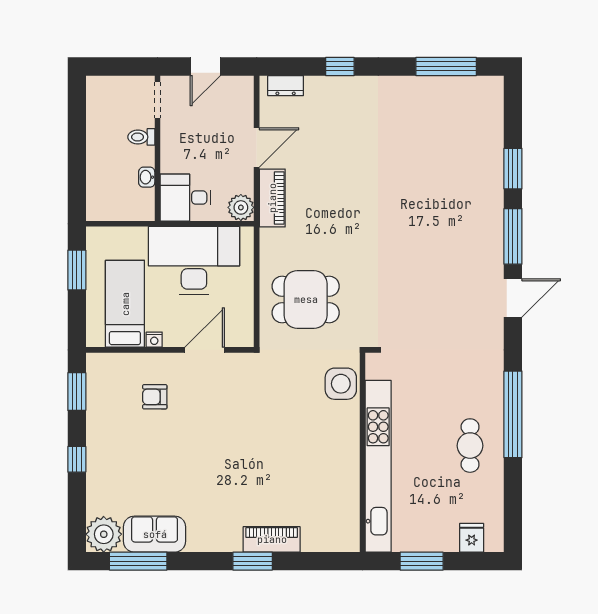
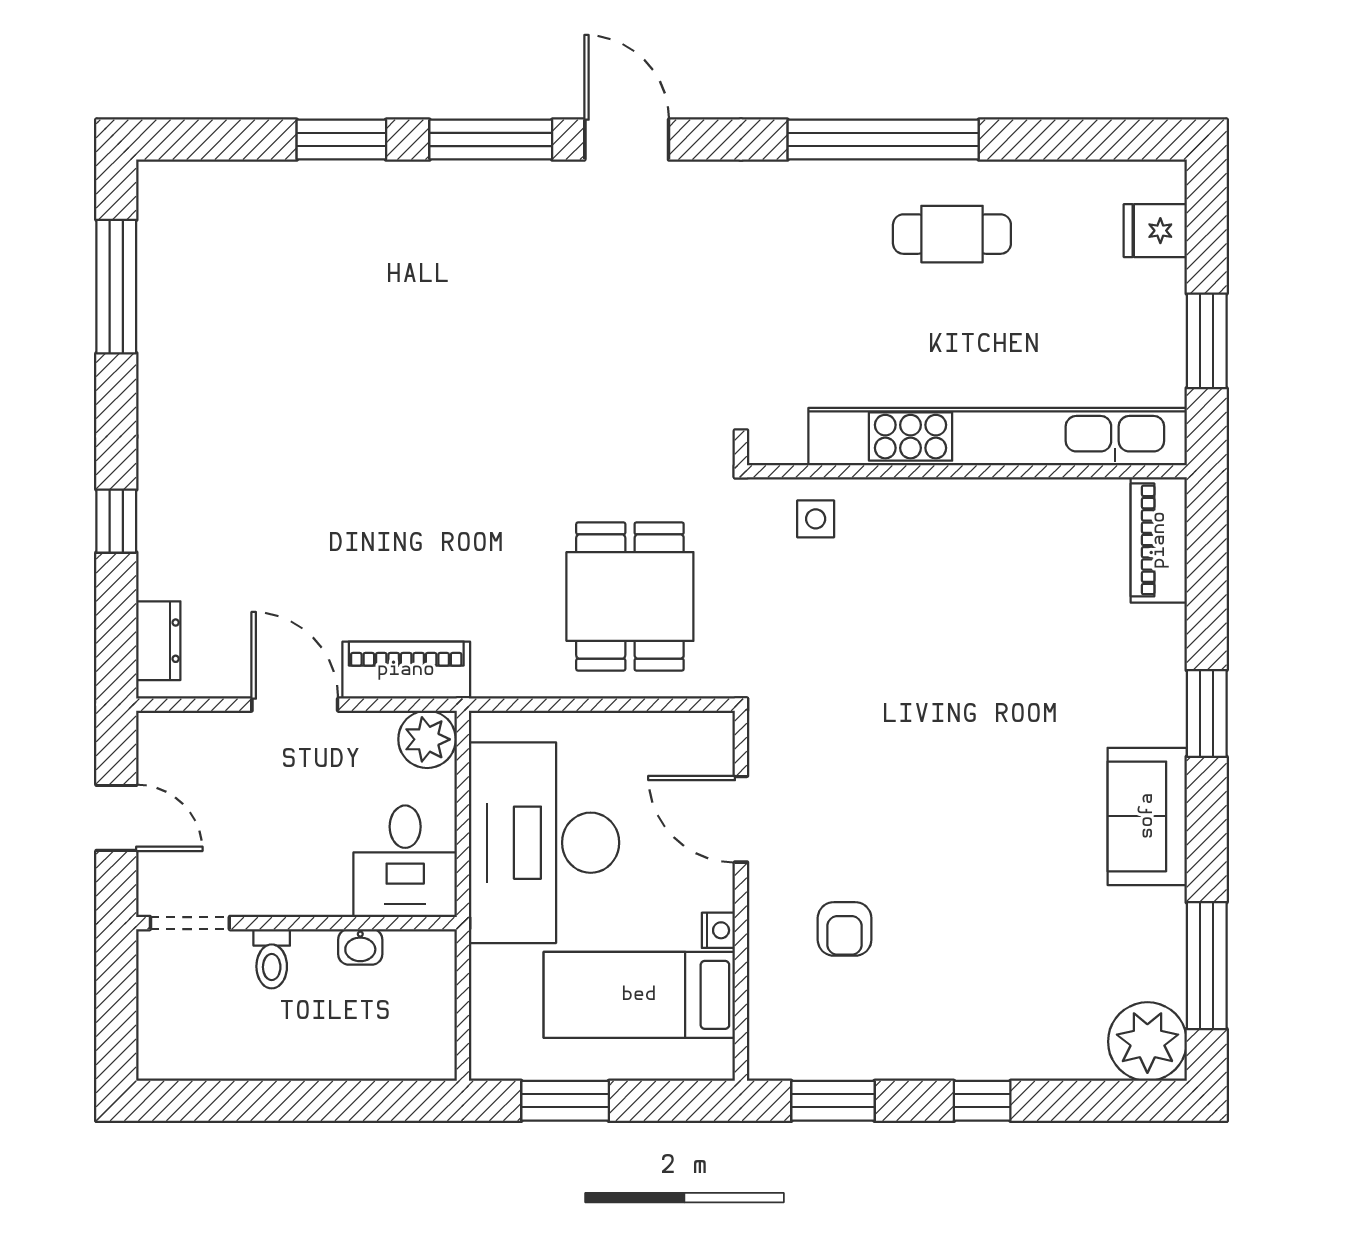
side table: (341, 384) -> (816, 519), width x0.54, depth x0.54
sofa: (155, 534) -> (1147, 816), moved
piano: (272, 539) -> (1159, 540), moved

